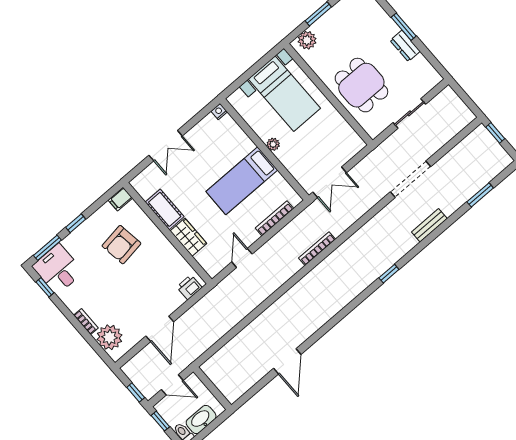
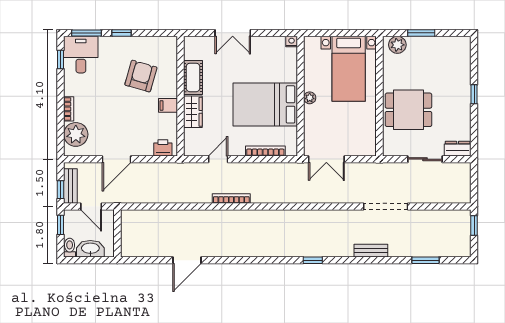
window: (404, 27) -> (474, 94), width x0.67
dresser: (405, 46) -> (458, 149), moved, turned 90
dining table: (361, 85) -> (408, 110), turned 90
bed: (242, 181) -> (265, 104), width x1.50
filing cabinet: (120, 199) -> (168, 105), moved
armchair: (121, 245) -> (141, 76), turned 114
bookcase: (317, 249) -> (231, 199), moved
bench: (141, 383) -> (70, 186), added

